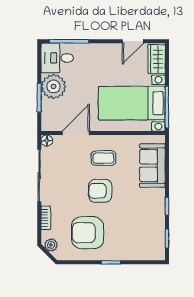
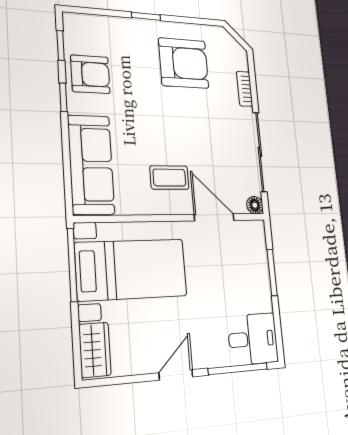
door: (133, 41) -> (176, 375), moved
plant: (53, 86) -> (254, 292), removed
door: (76, 133) -> (214, 217), swing flipped
sofa: (152, 166) -> (91, 165), width x1.36
armchair: (100, 191) -> (90, 74), moved
plant: (51, 245) -> (234, 49), removed

